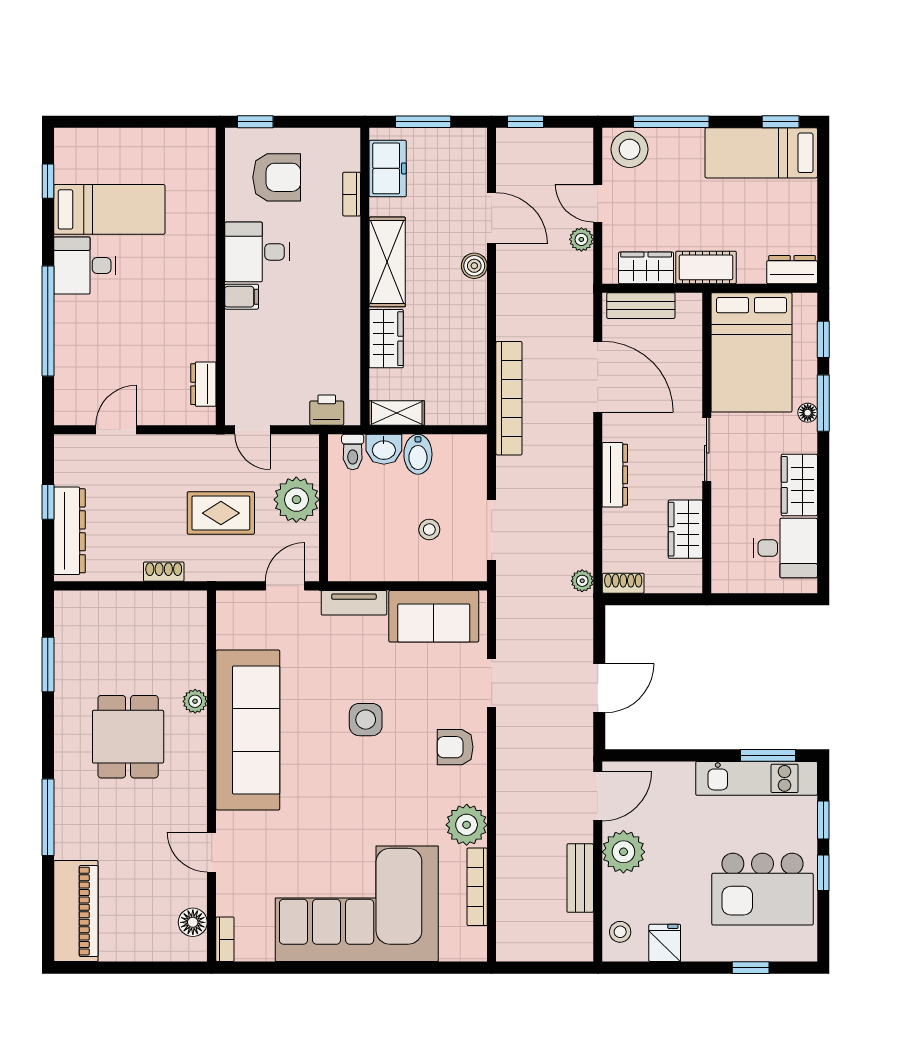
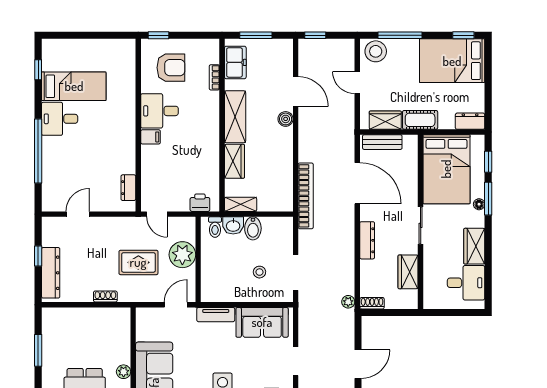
bed: (761, 153) -> (452, 61), width x1.50
plant: (581, 239) -> (348, 104), removed

